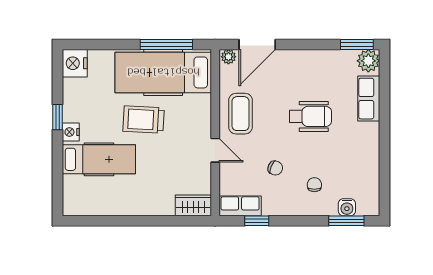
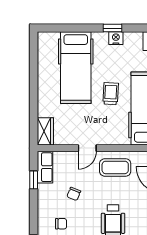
trolley: (144, 120) -> (111, 94), width x0.73, depth x0.72
nightstand: (71, 132) -> (116, 38), moved
hospital bed: (99, 159) -> (76, 68), width x1.37, depth x1.29

